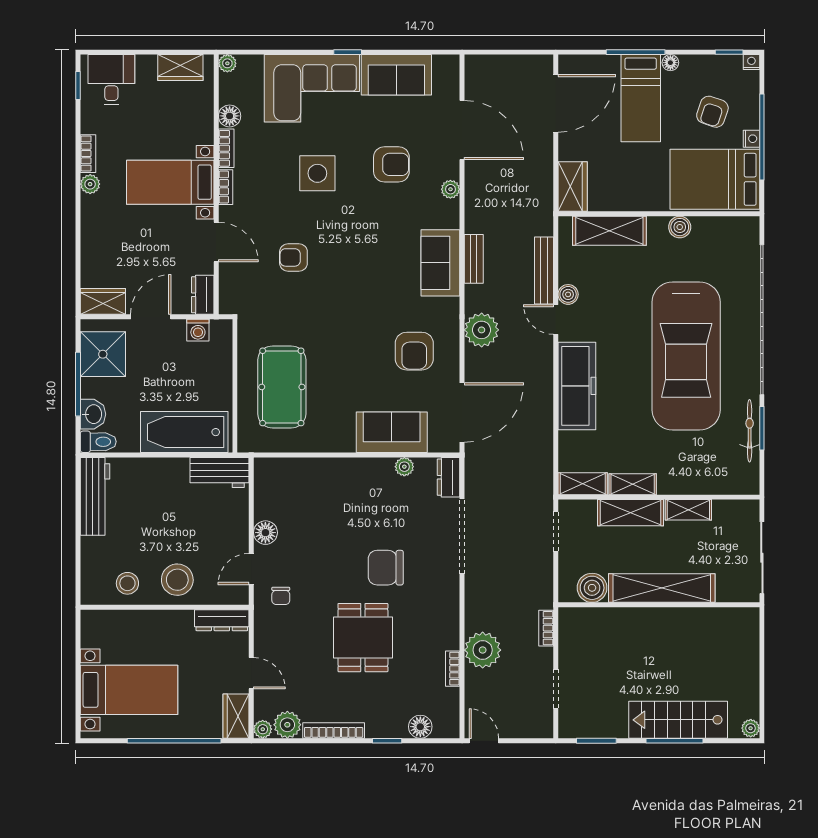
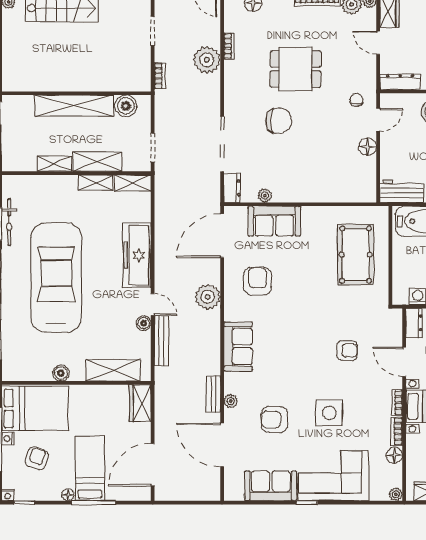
bench: (474, 259) -> (213, 394), moved
dining table: (363, 638) -> (296, 69), turned 90

